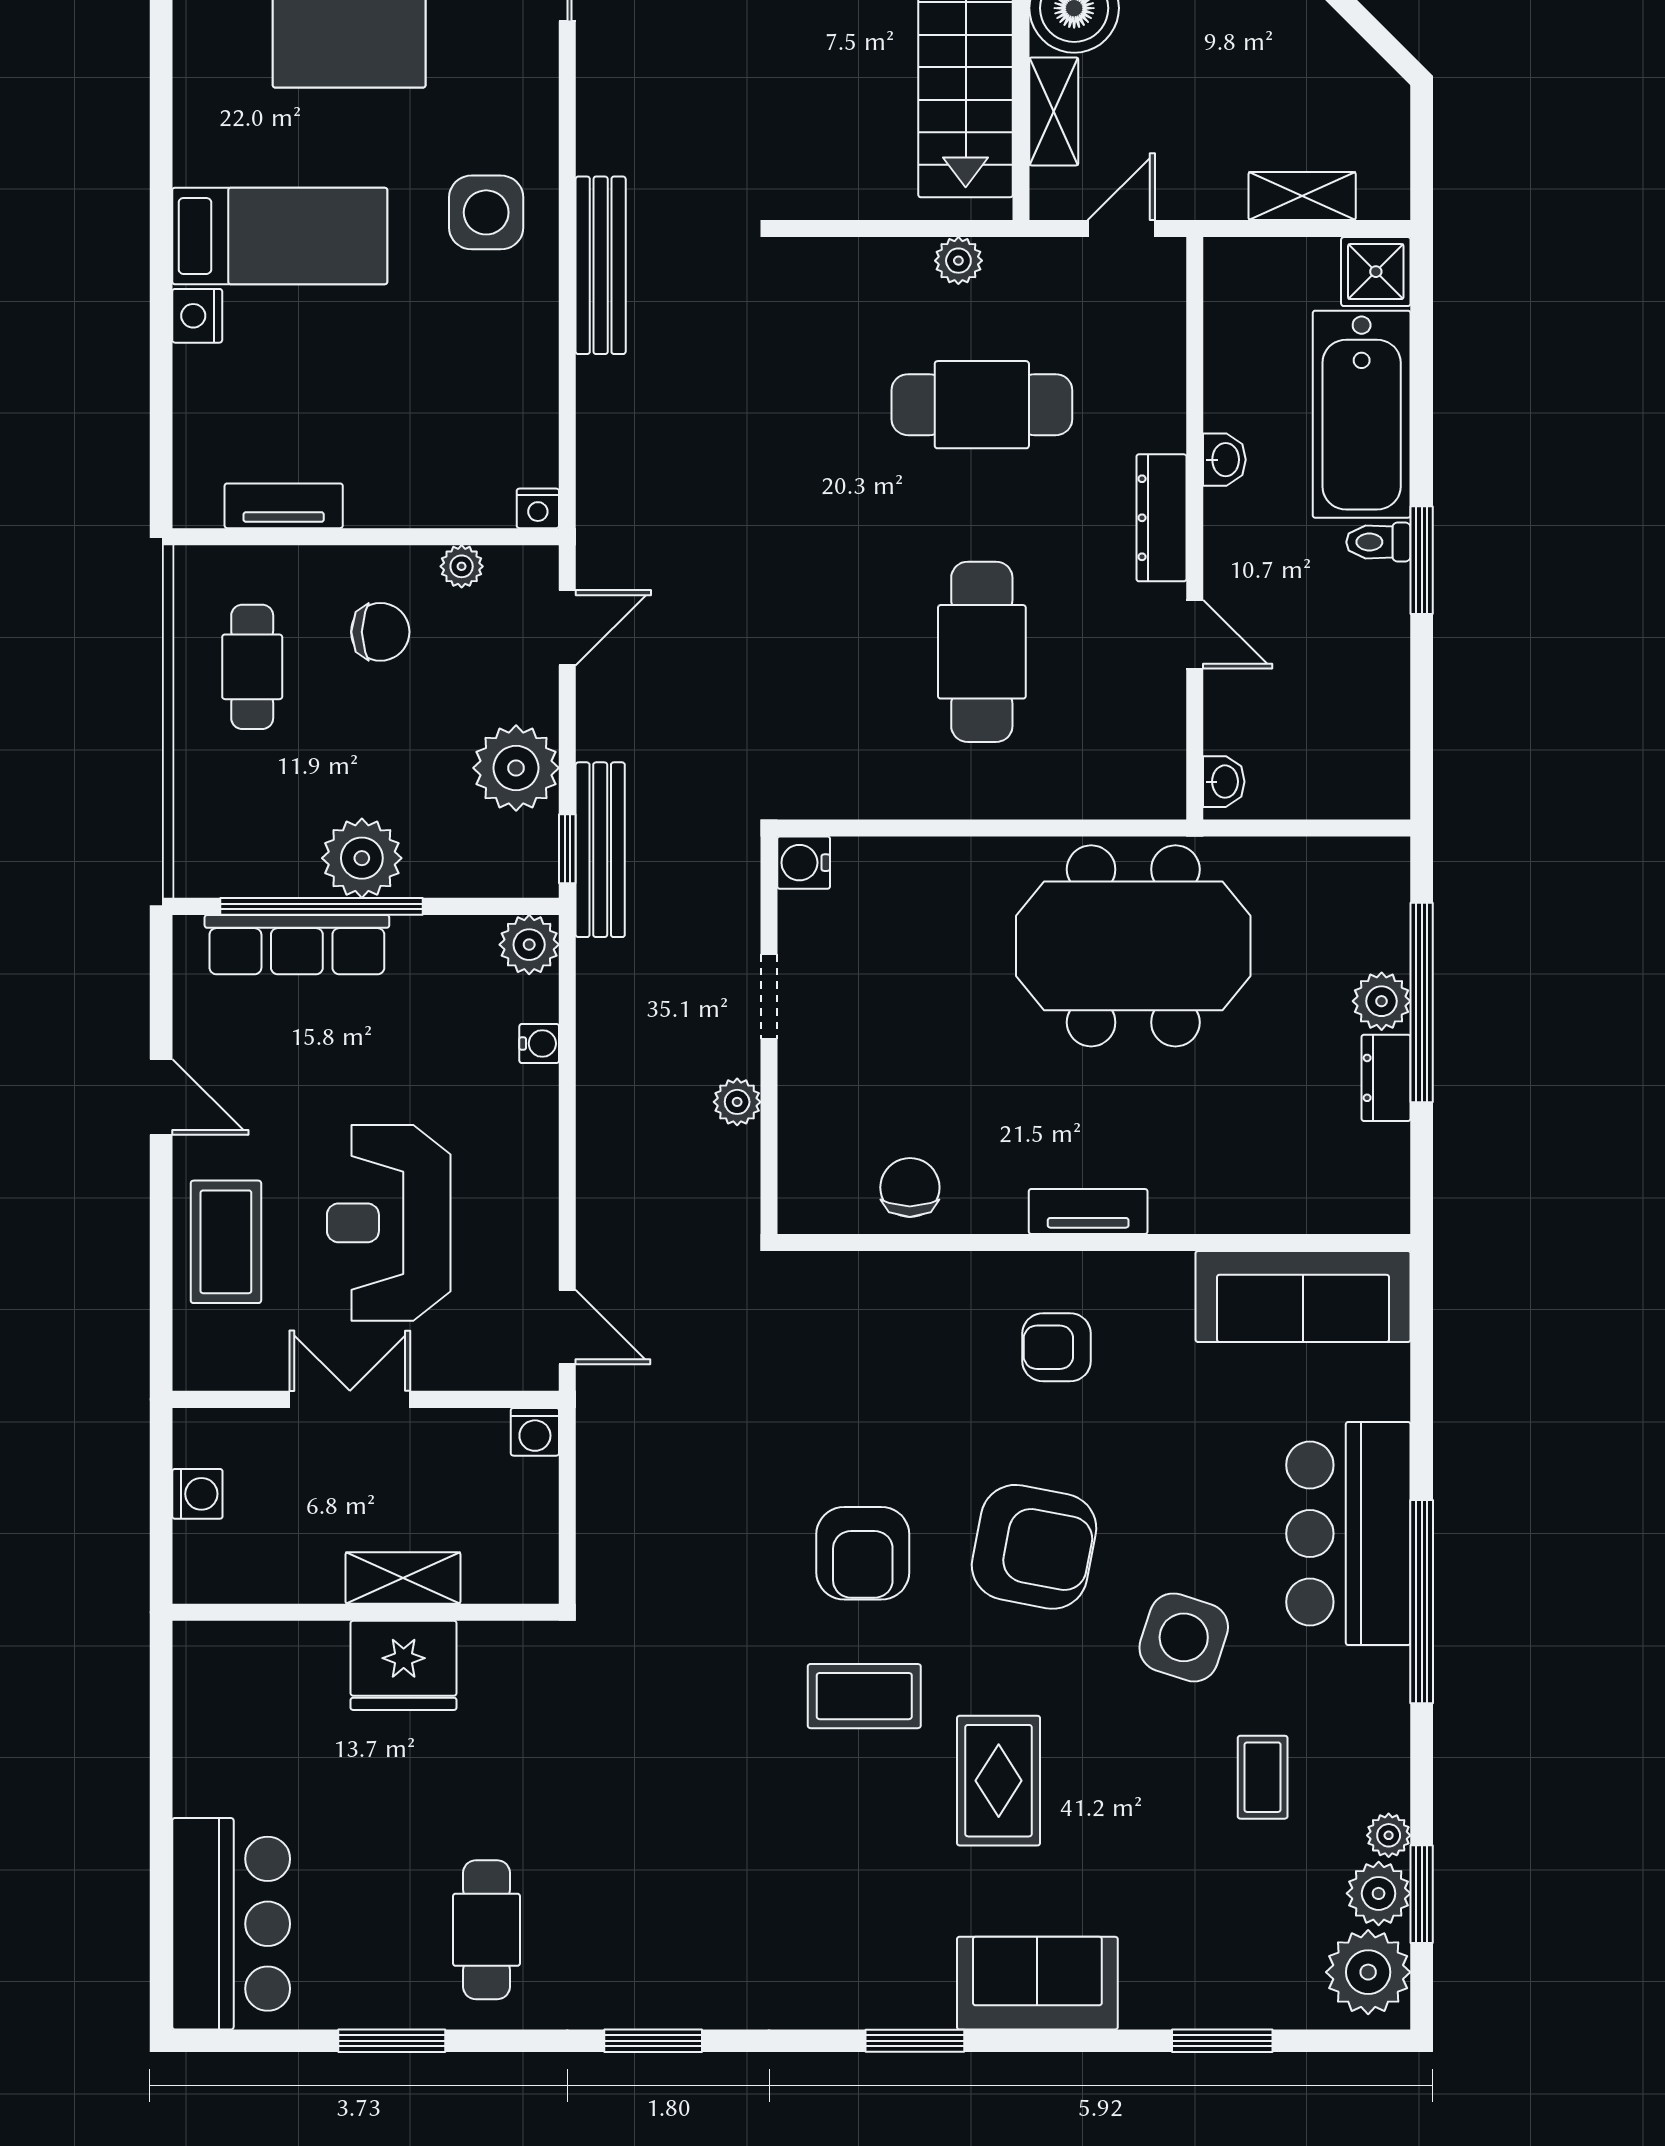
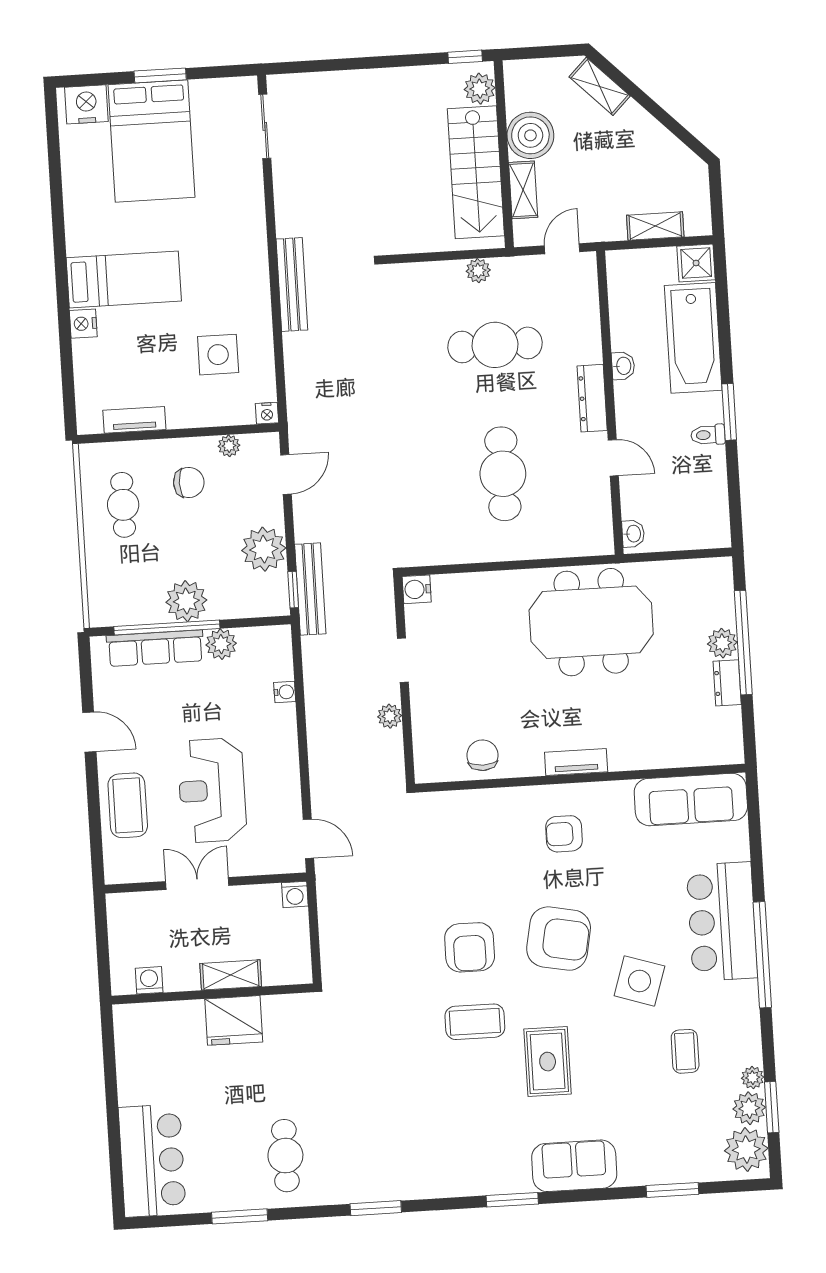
side table: (486, 212) -> (218, 355), moved
toilet: (1378, 542) -> (708, 435), moved
plant: (529, 945) -> (221, 644), moved
washing machine: (197, 1494) -> (149, 980), moved, turned -90

